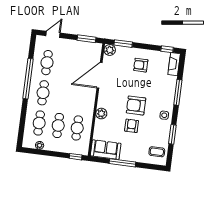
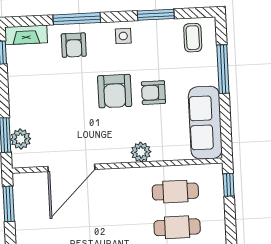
plant: (110, 50) -> (21, 139), moved
armchair: (141, 65) -> (74, 45), moved
door: (100, 75) -> (71, 168), hinge flipped
sofa: (106, 150) -> (205, 123), width x1.36
window: (122, 163) -> (223, 69), moved

